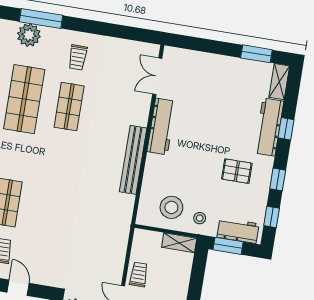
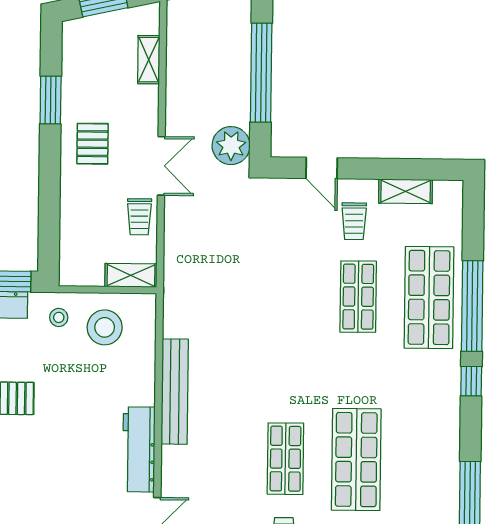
shelving: (179, 243) -> (131, 275), moved

